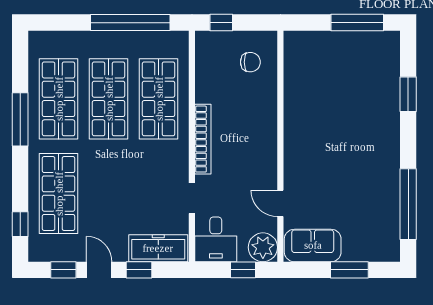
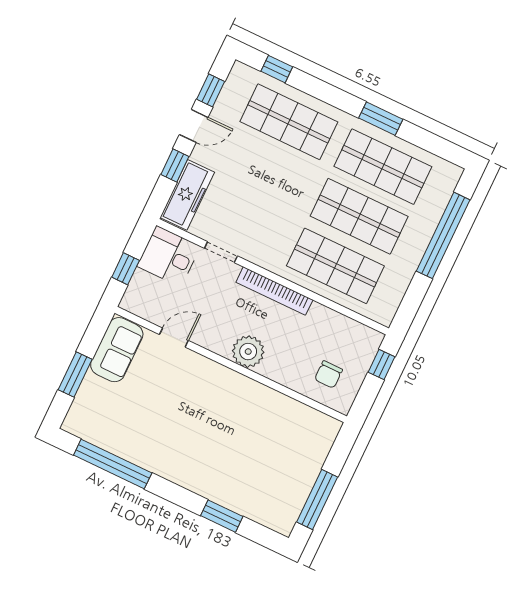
window: (130, 23) -> (443, 235), moved
window: (20, 119) -> (381, 119), width x0.69
plant: (263, 247) -> (248, 352), moved

